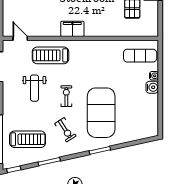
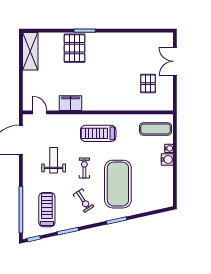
filing cabinet: (72, 29) -> (71, 103), moved
treadmill: (50, 55) -> (98, 133), moved
weight bench: (34, 88) -> (54, 160), turned 180
treadmill: (28, 139) -> (47, 210), turned -90

